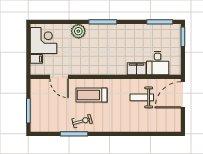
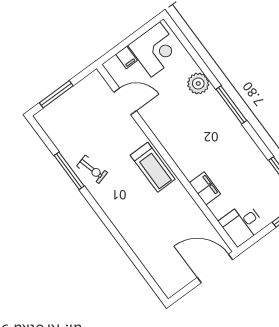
desk: (158, 63) -> (242, 224), moved
door: (59, 77) -> (125, 101), swing flipped
treadmill: (92, 95) -> (153, 167), moved, turned 180
weight bench: (142, 97) -> (175, 220), removed

